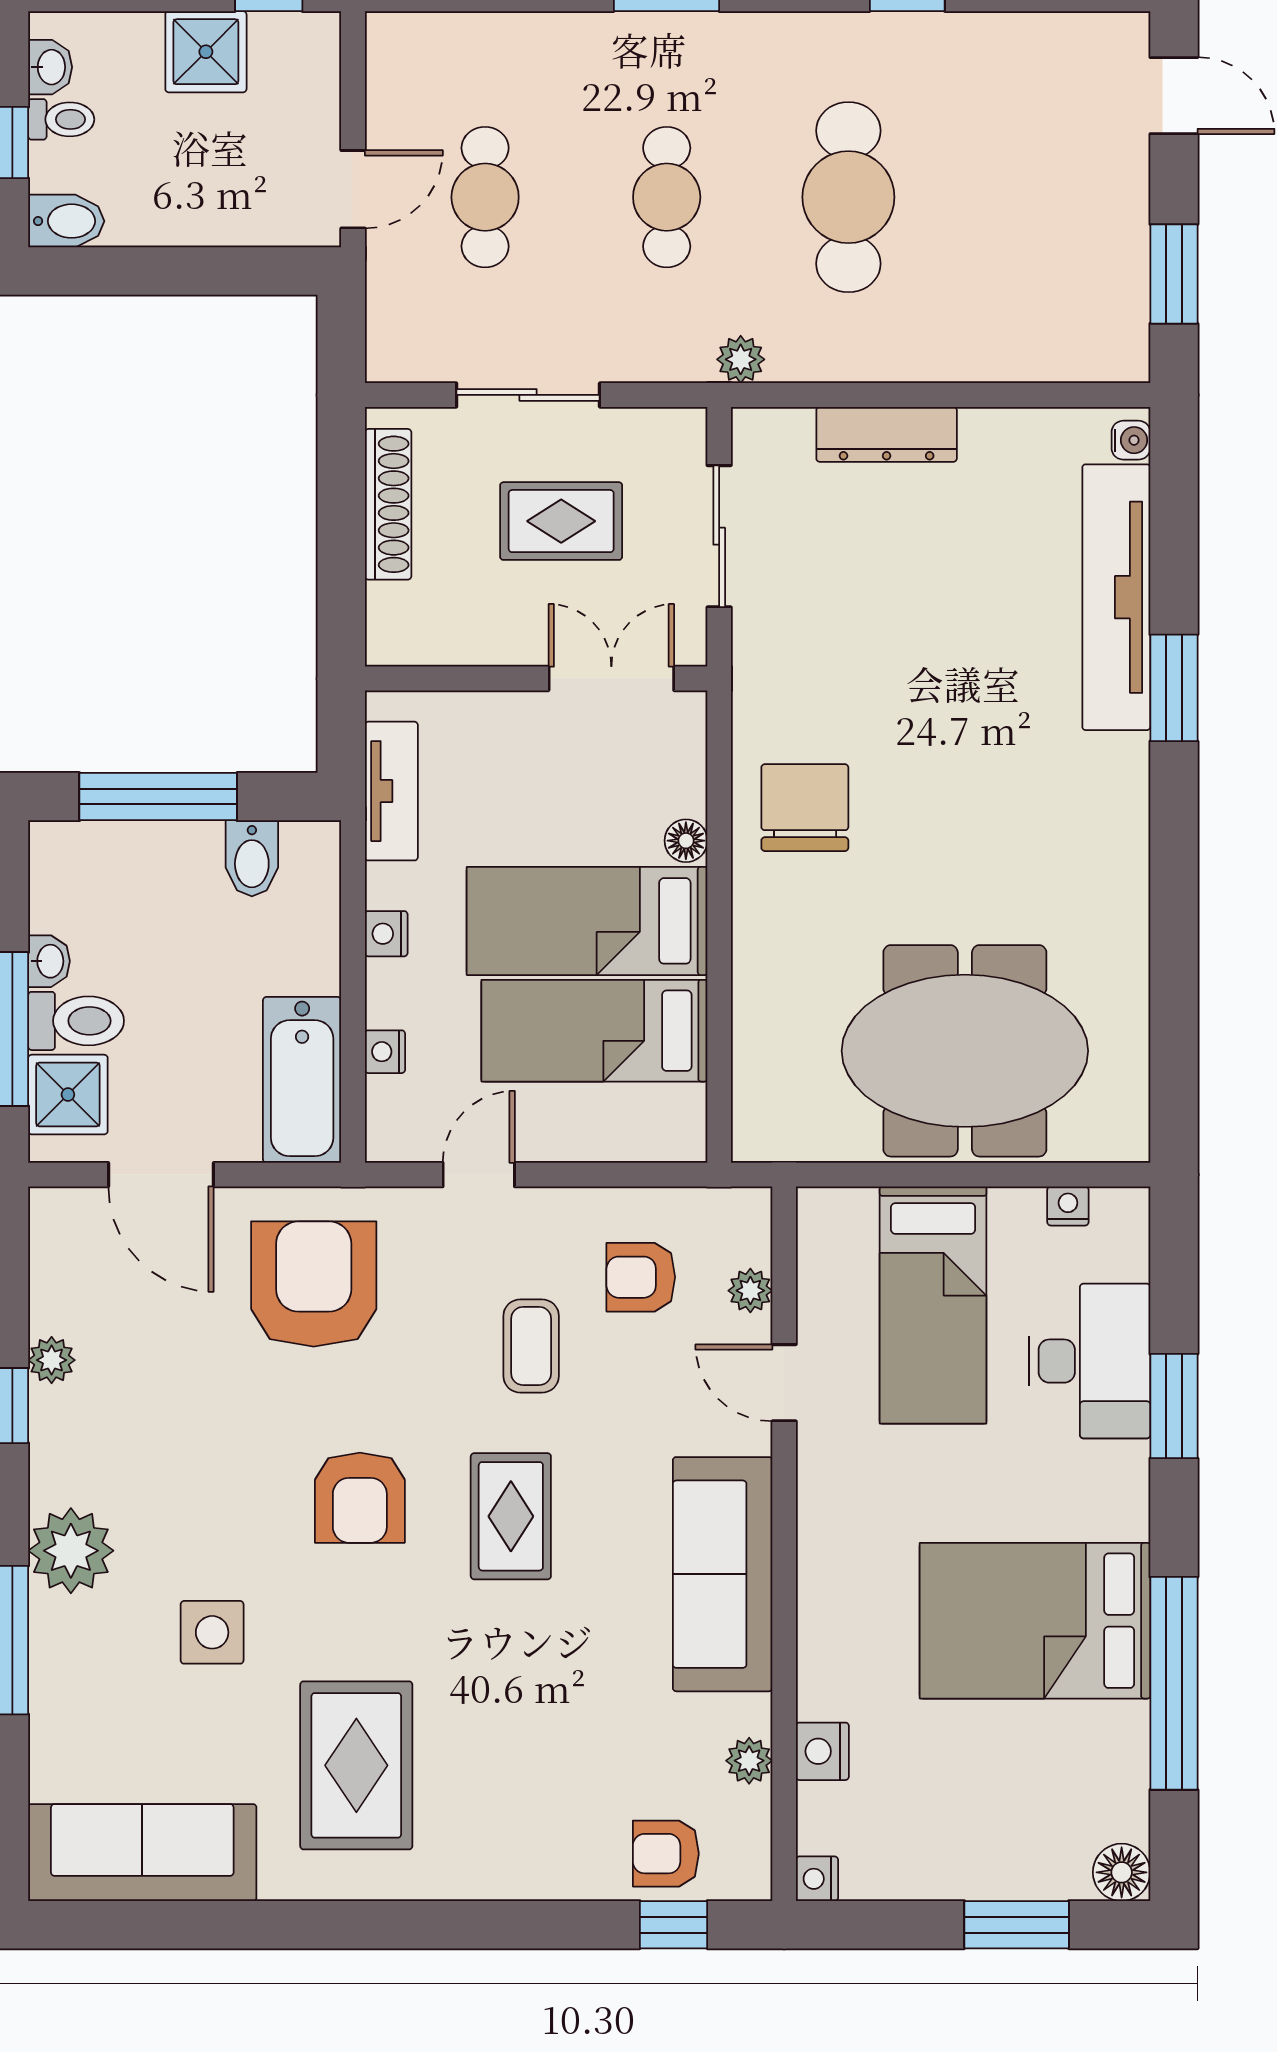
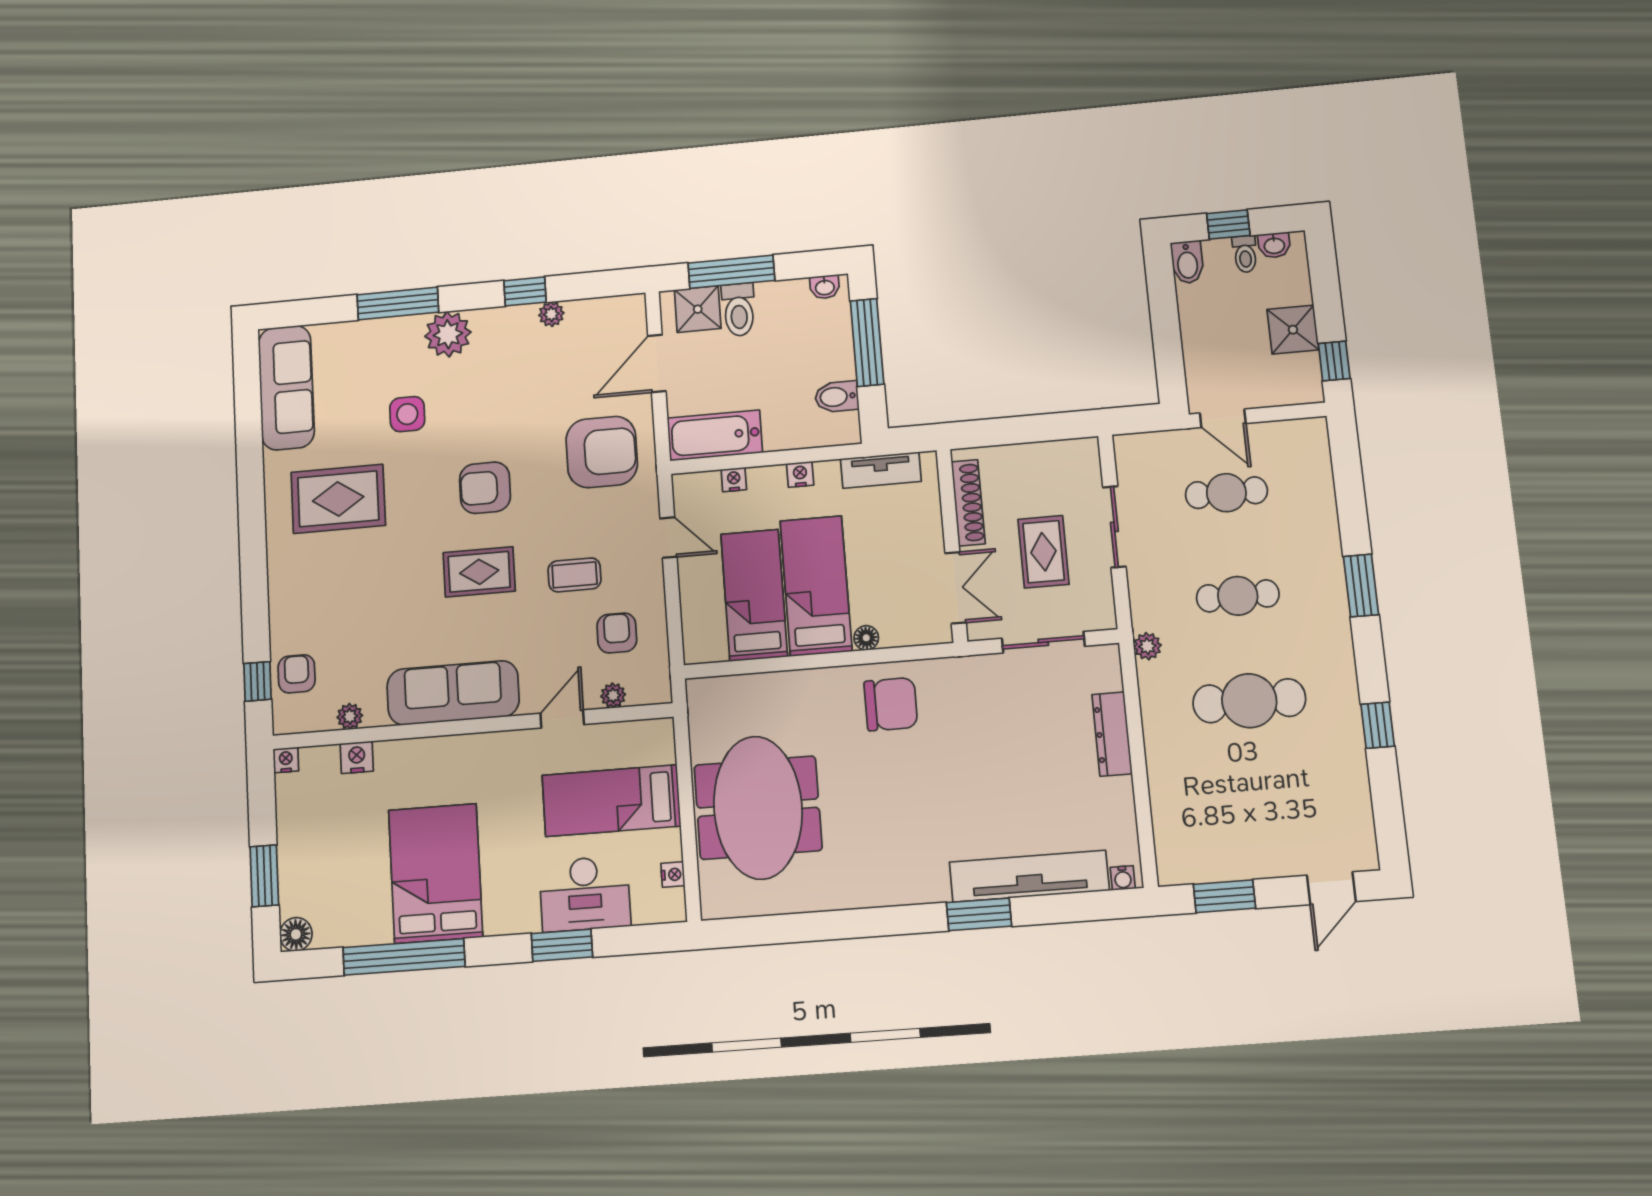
shoe rack: (388, 504) -> (968, 503), moved, turned -90
washbasin: (49, 961) -> (825, 287), moved

